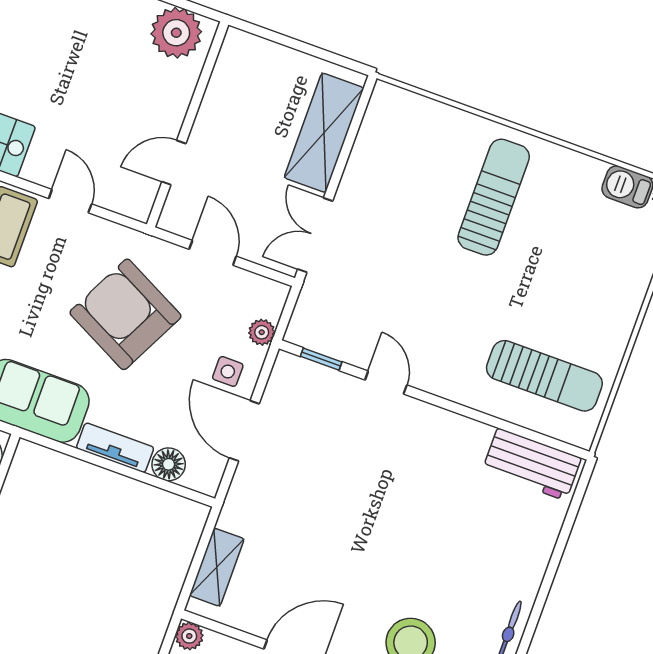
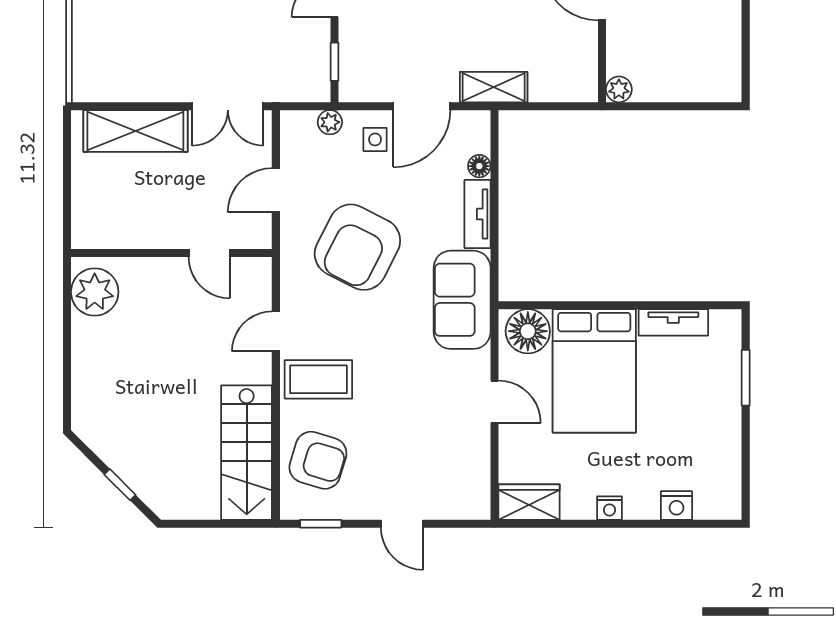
floor lamp: (169, 464) -> (479, 166), width x0.73, depth x0.73
shelving: (217, 567) -> (494, 87), moved

